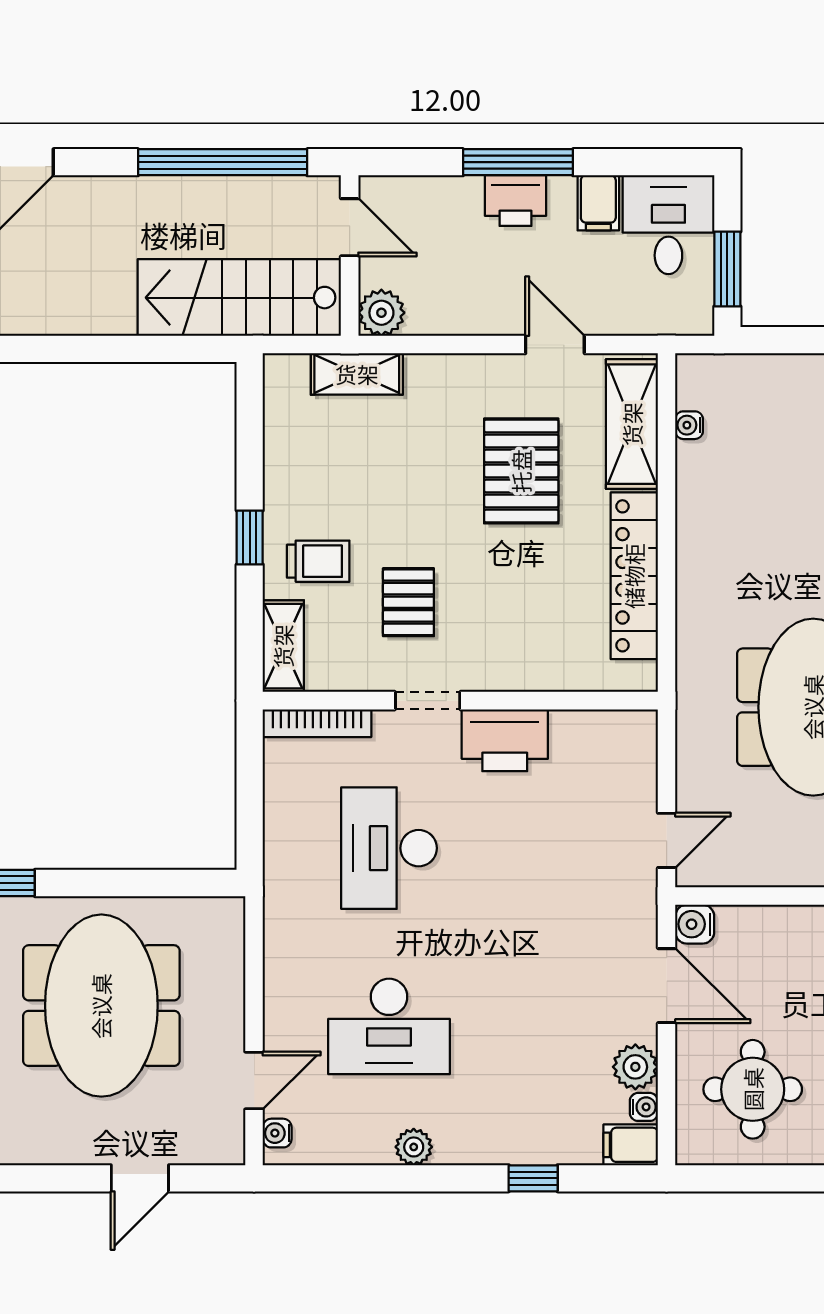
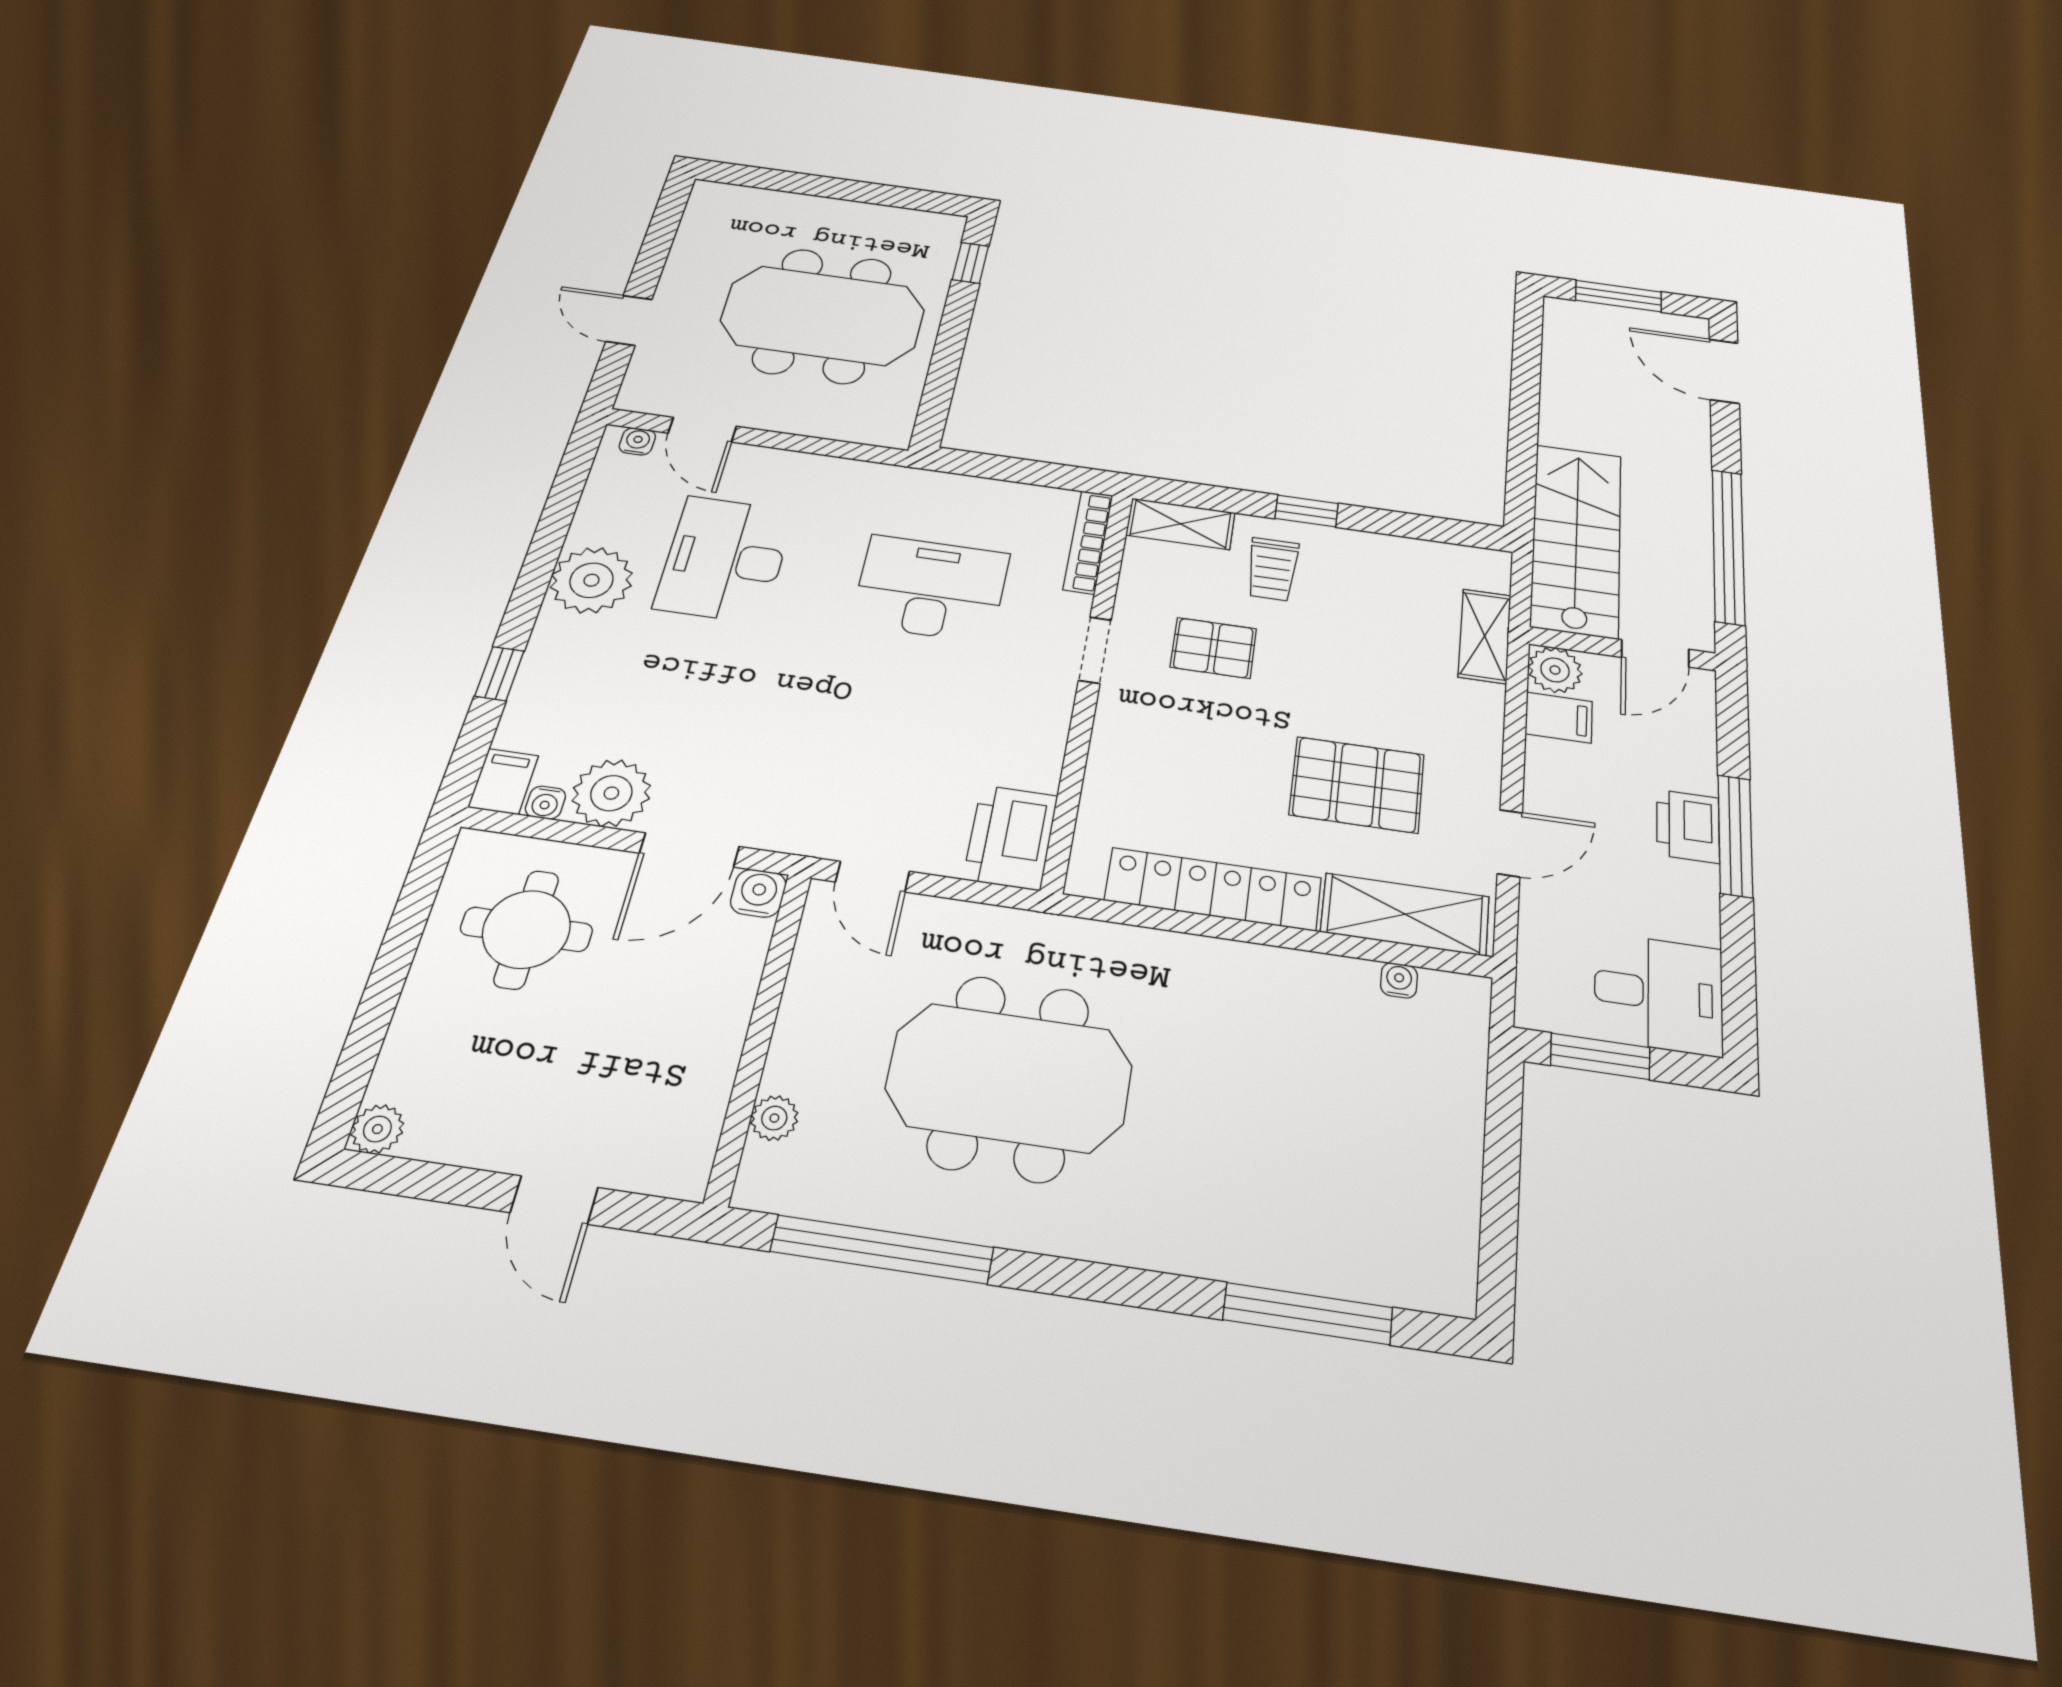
filing cabinet: (598, 203) -> (1559, 718), moved, turned 180
printer: (505, 740) -> (1011, 837), moved
plant: (635, 1067) -> (611, 793), width x1.36, depth x1.36
plant: (414, 1147) -> (591, 580), width x1.87, depth x1.87

